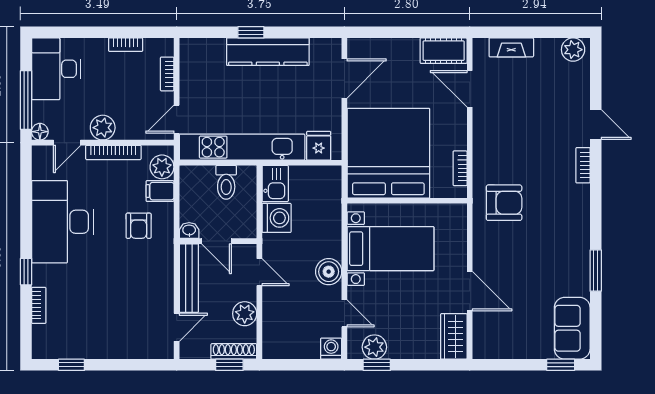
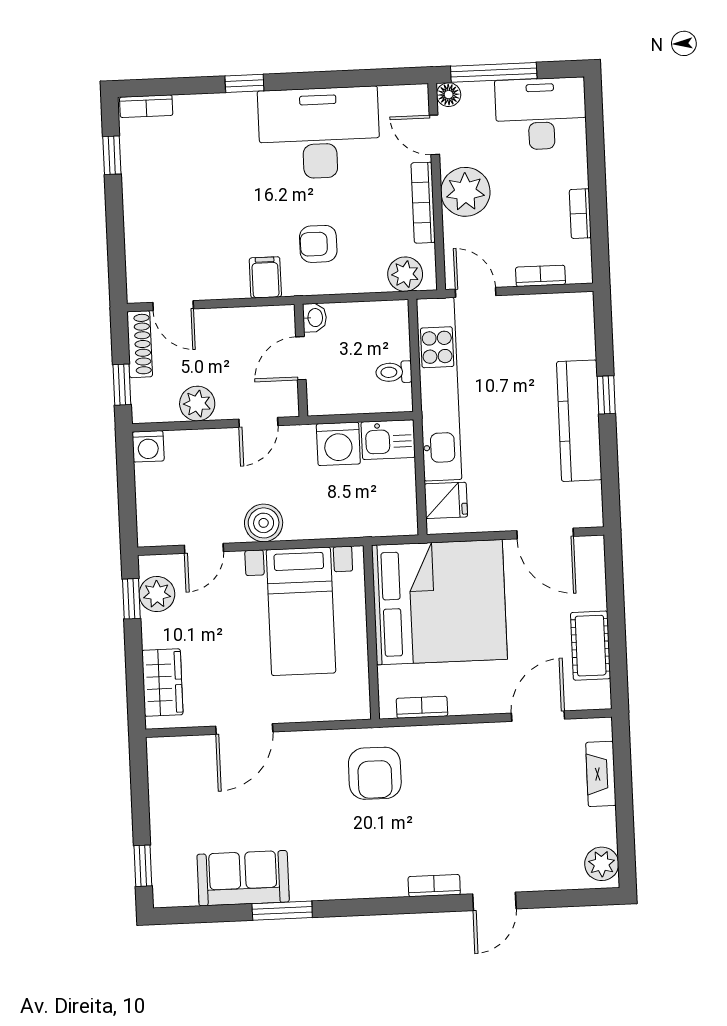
cot: (444, 51) -> (591, 646), moved
plant: (103, 128) -> (465, 192), width x1.36, depth x1.36
toilet: (226, 182) -> (394, 372), width x0.73, depth x0.72
filing cabinet: (160, 191) -> (265, 277), moved
bench: (189, 278) -> (245, 320), removed
bookcase: (39, 305) -> (146, 106), moved
sofa: (572, 328) -> (243, 878), moved
wardrobe: (454, 336) -> (162, 683), moved, turned 90
washing machine: (331, 349) -> (148, 446), moved, turned 90
shoe rack: (234, 351) -> (140, 344), moved

